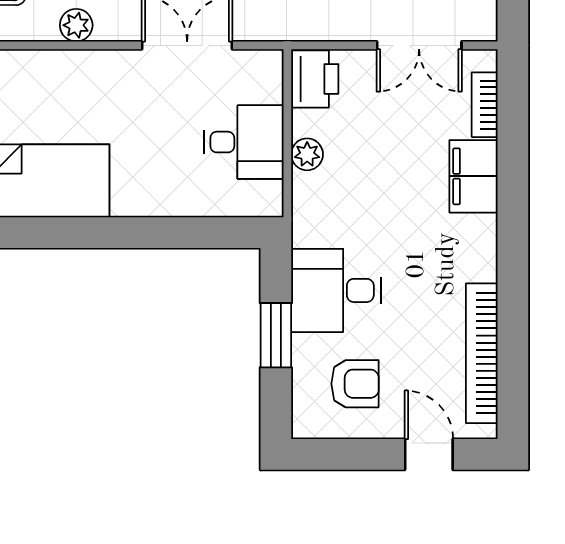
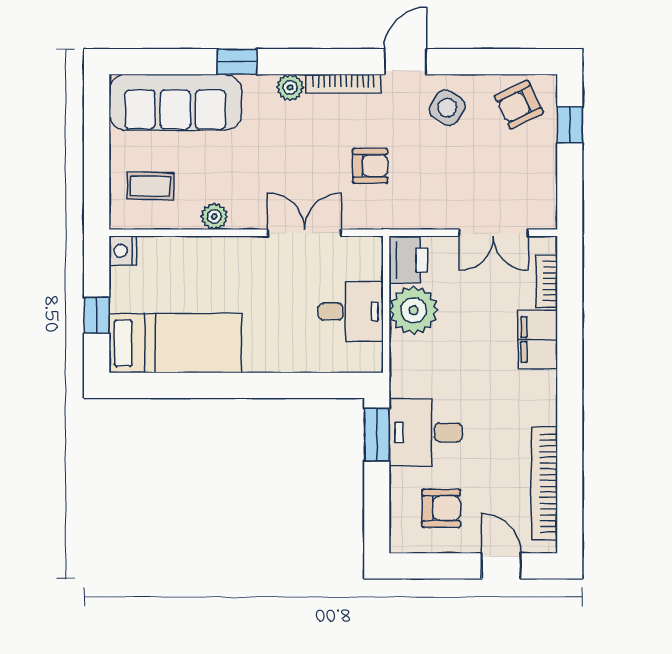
plant: (307, 154) -> (414, 310), width x1.87, depth x1.87
window: (276, 335) -> (377, 434), moved

